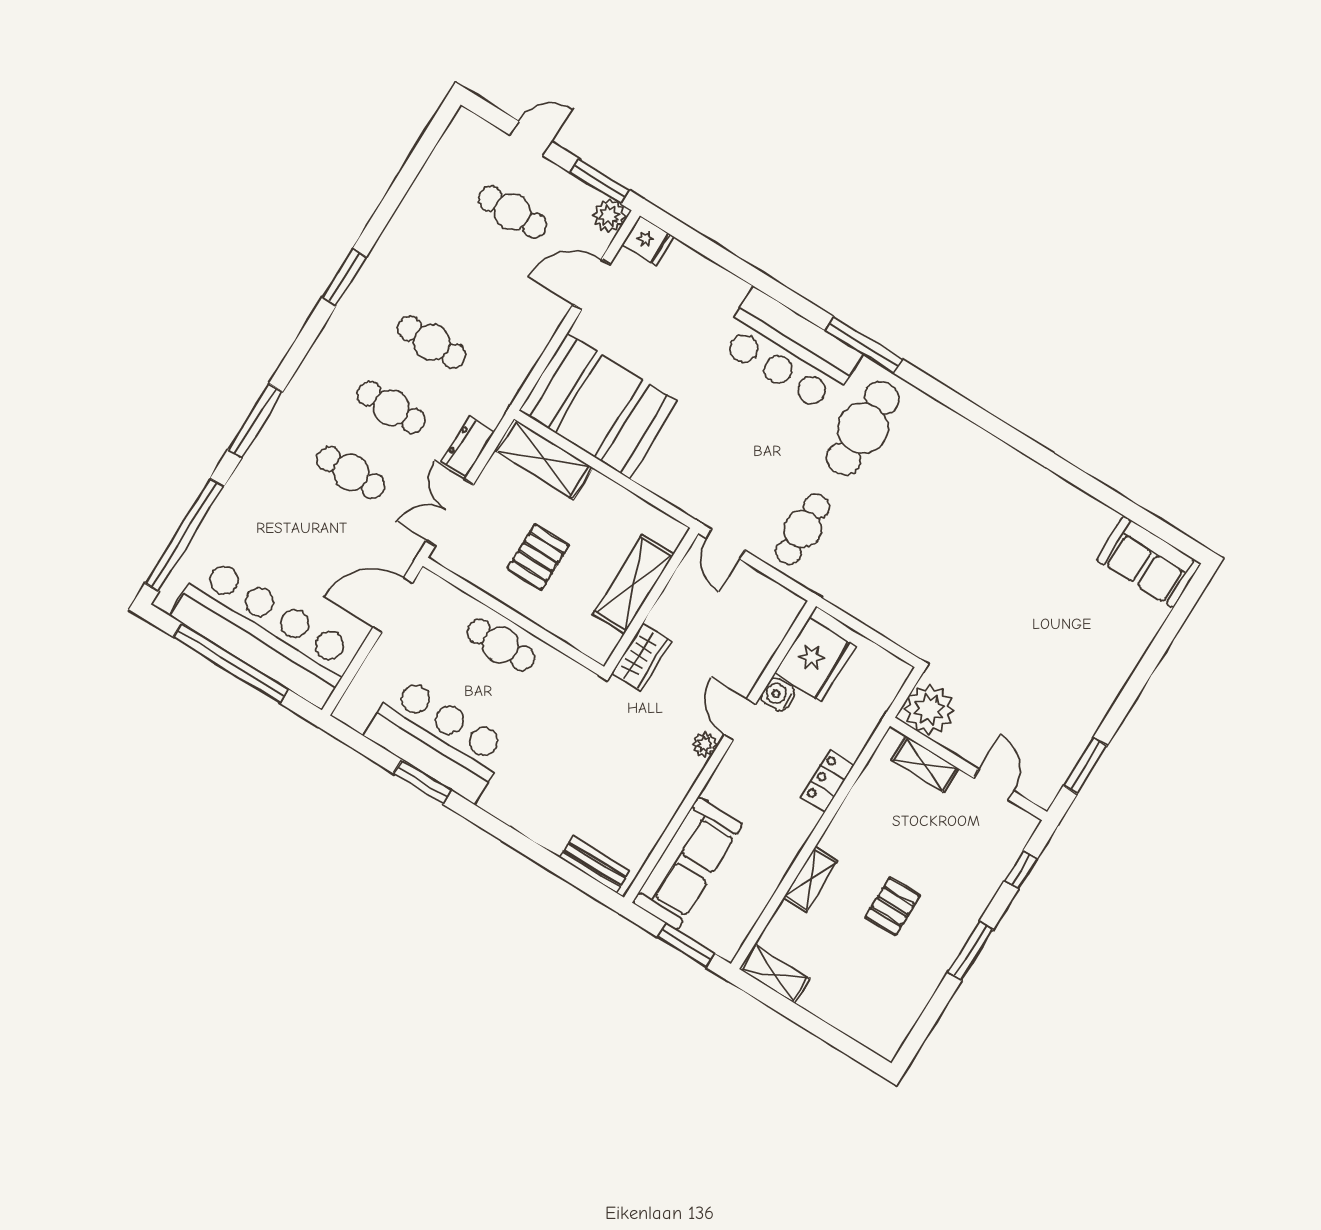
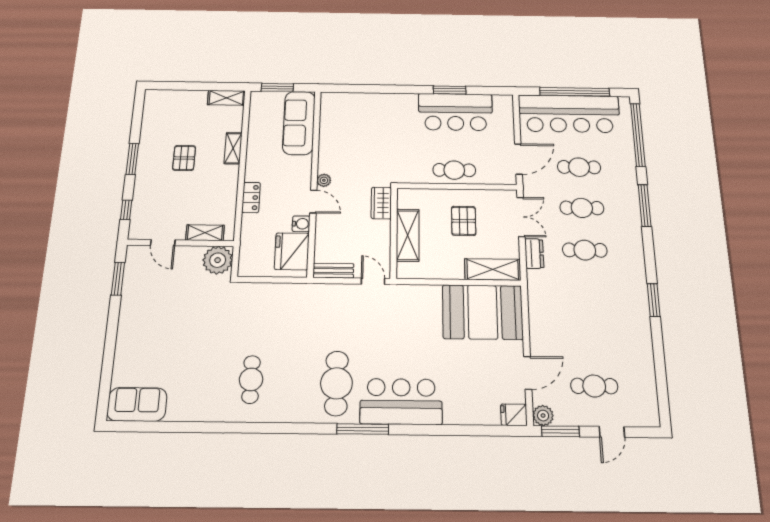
cafe table: (432, 342) -> (579, 167), moved
cafe table: (803, 529) -> (251, 379), moved
bench: (594, 864) -> (333, 271), moved

